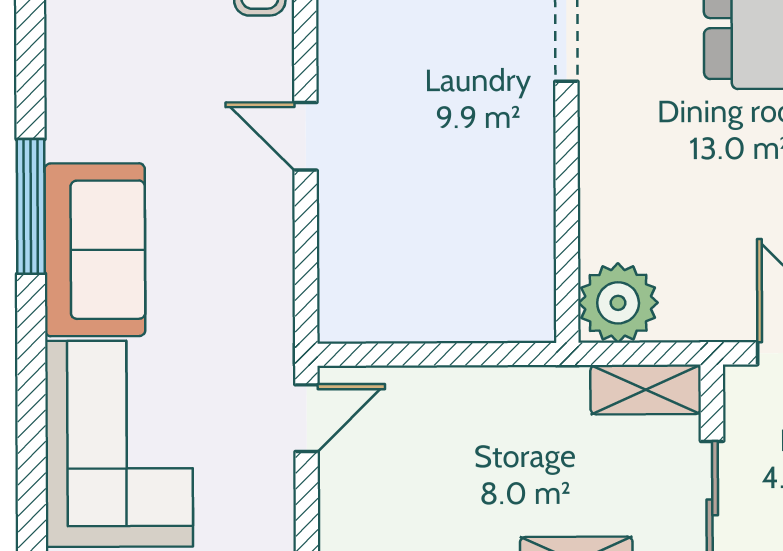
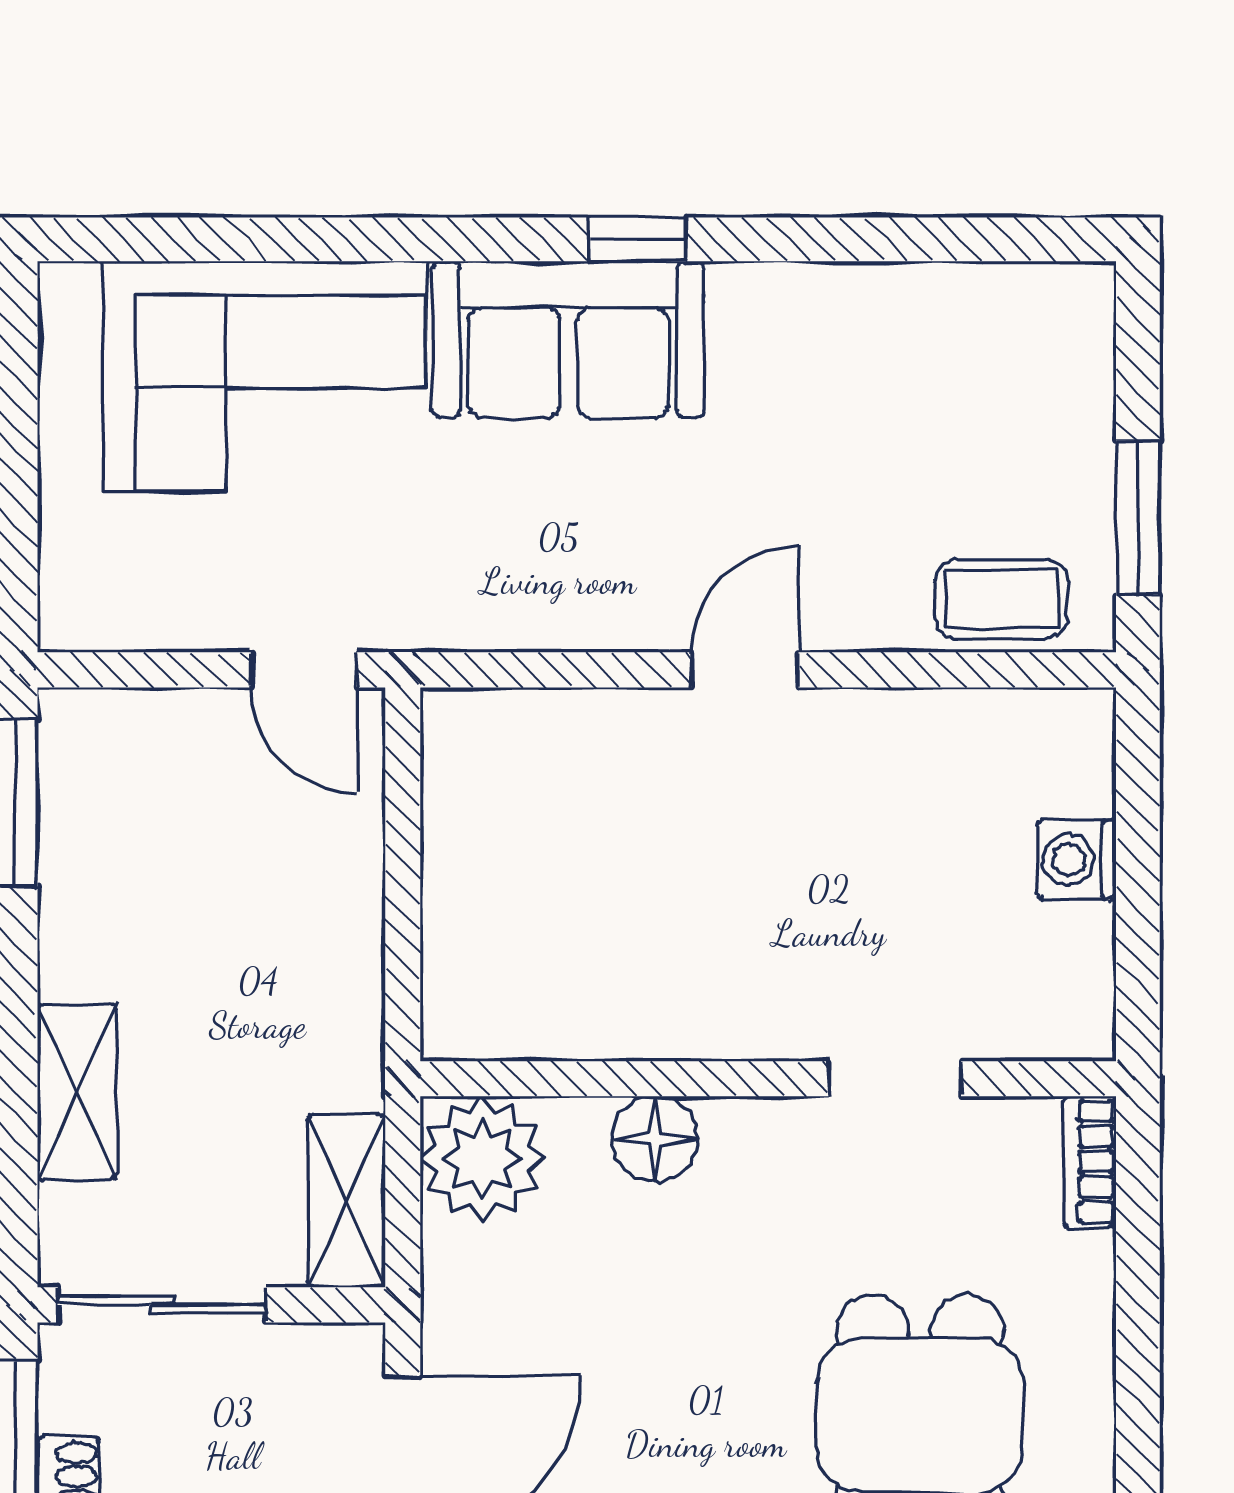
floor lamp: (605, 193) -> (655, 1139), added
window: (31, 206) -> (637, 239), width x0.46

